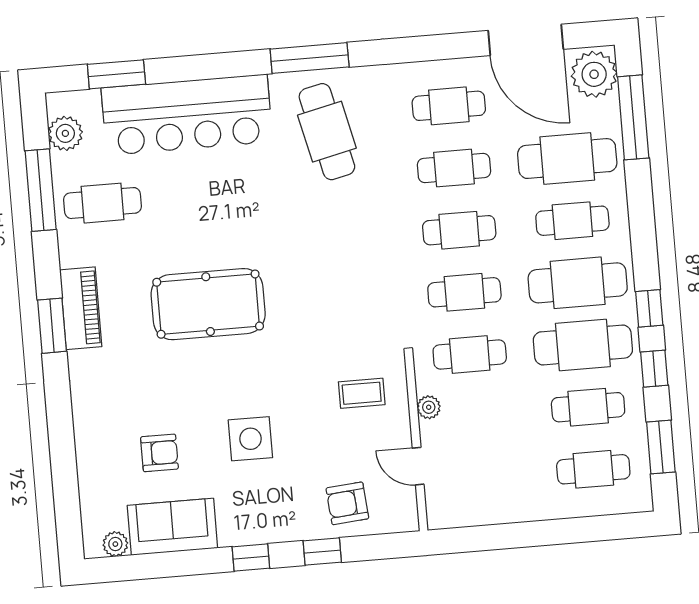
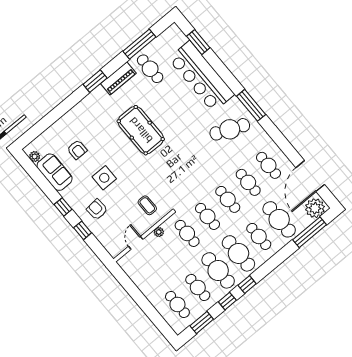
cafe table: (327, 132) -> (230, 129), turned 36
plant: (65, 133) -> (165, 39), removed
piano: (81, 308) -> (118, 78), moved
armchair: (347, 503) -> (97, 209), moved

